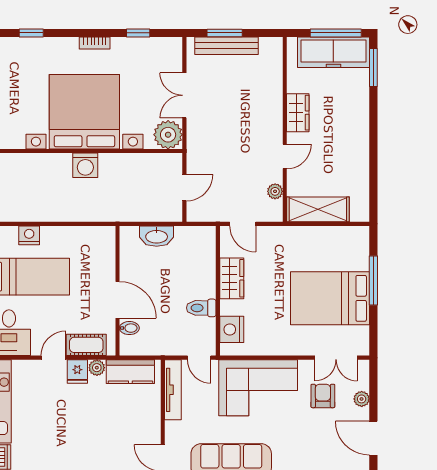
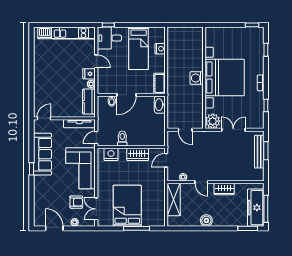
boiler: (358, 147) -> (206, 220), added
washbasin: (157, 236) -> (160, 105), moved
cot: (86, 345) -> (159, 83), moved
door: (373, 438) -> (54, 228), hinge flipped

